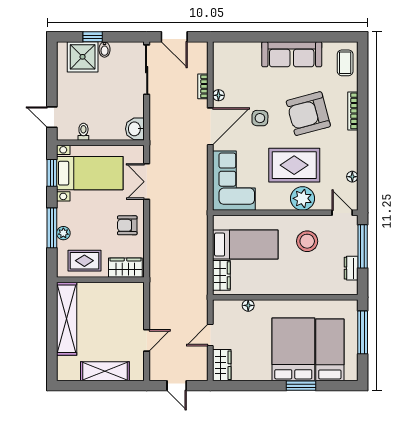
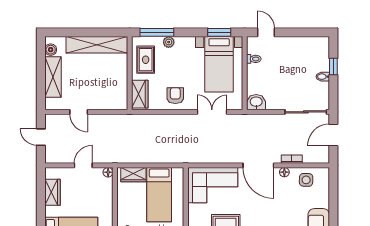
shower: (83, 57) -> (317, 58), removed
door: (52, 117) -> (266, 32), hinge flipped
side table: (260, 118) -> (306, 180), moved
window: (52, 228) -> (157, 32), moved
floor lamp: (248, 305) -> (108, 172), moved
door: (210, 335) -> (83, 165), hinge flipped
wardrobe: (222, 365) -> (52, 192), moved, turned -90
boiler: (72, 374) -> (51, 50), added
door: (177, 386) -> (41, 137), hinge flipped

